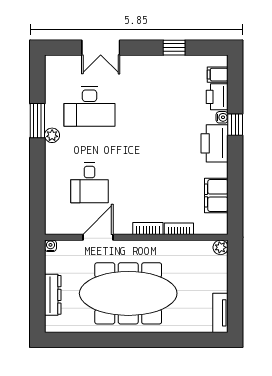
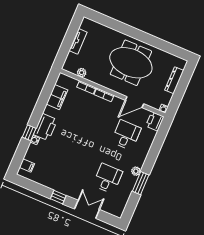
window: (174, 48) -> (58, 197), moved
printer: (217, 97) -> (155, 121), moved, turned 180
desk: (90, 107) -> (108, 178), width x0.73
plant: (221, 247) -> (82, 73), moved
meeting table: (128, 293) -> (131, 63), width x0.73
tv unit: (220, 313) -> (78, 41), moved

